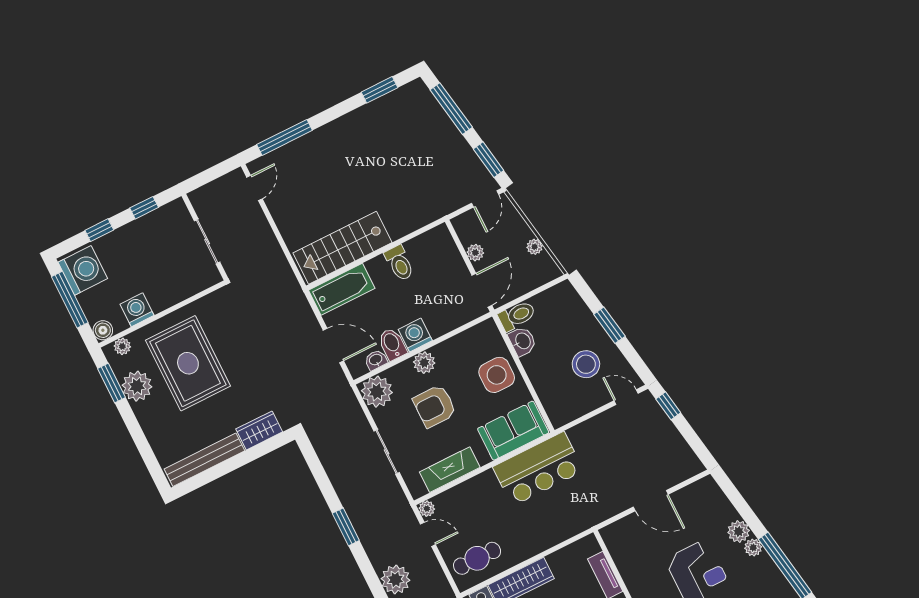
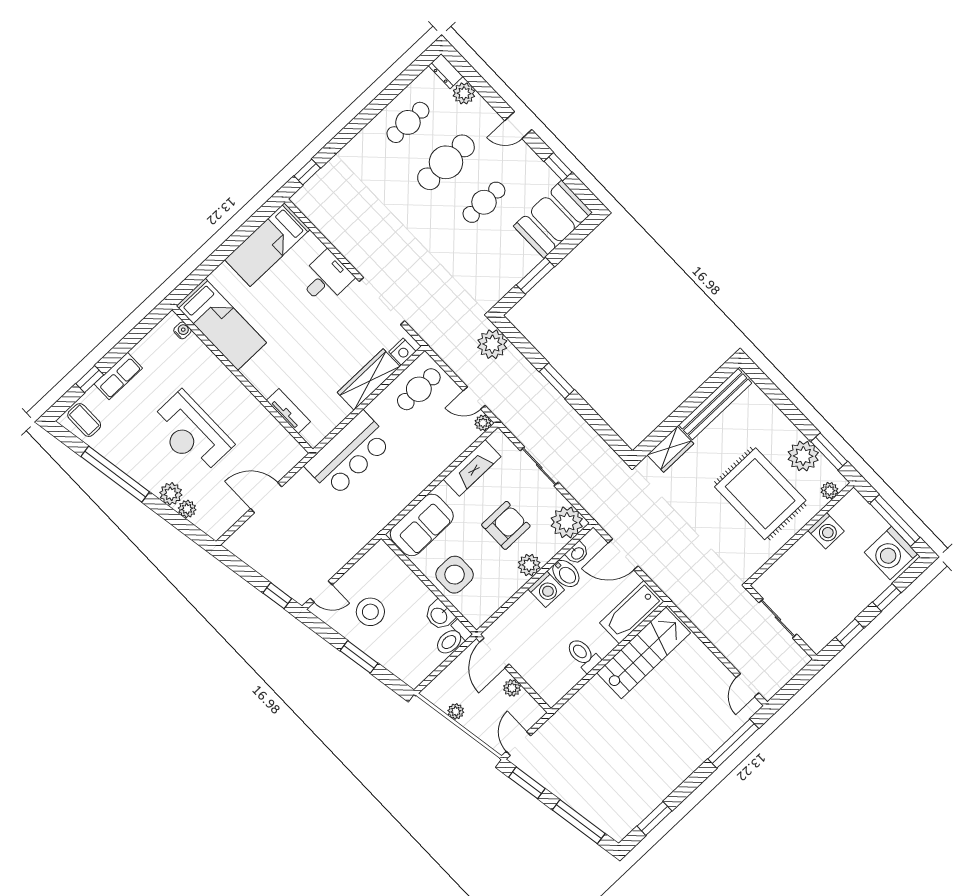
boiler: (103, 330) -> (853, 500), removed
bar counter: (538, 469) -> (349, 454), moved, turned 180
plant: (753, 548) -> (187, 509), moved

